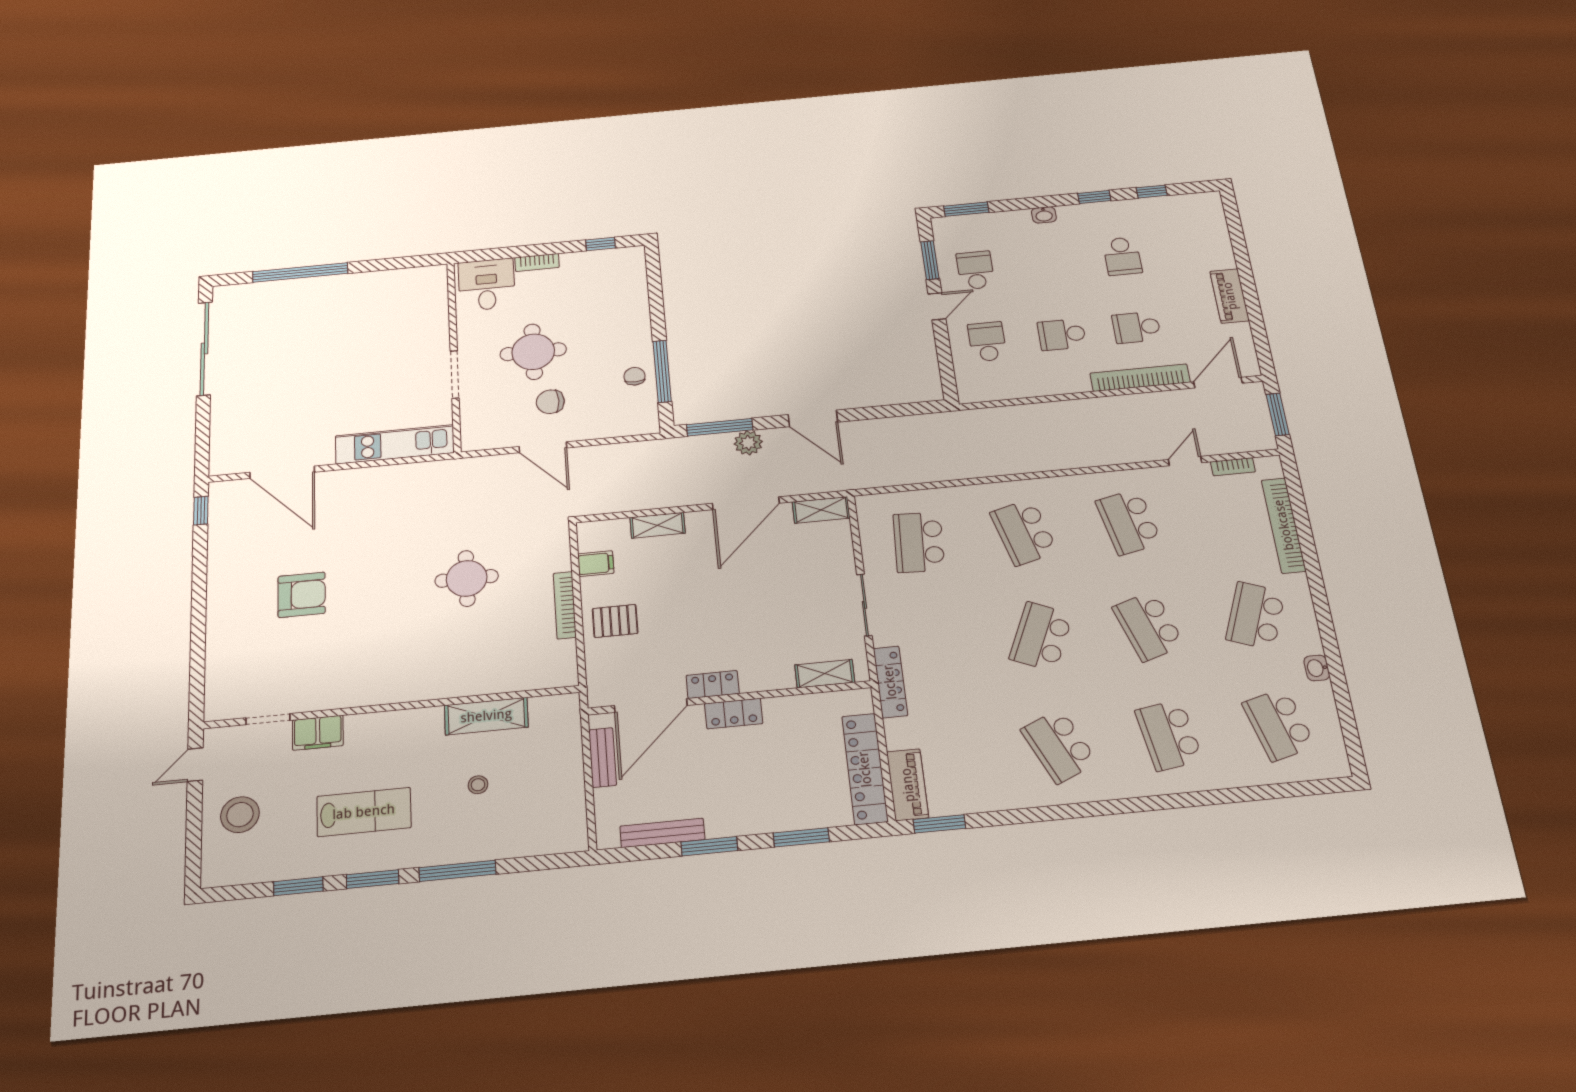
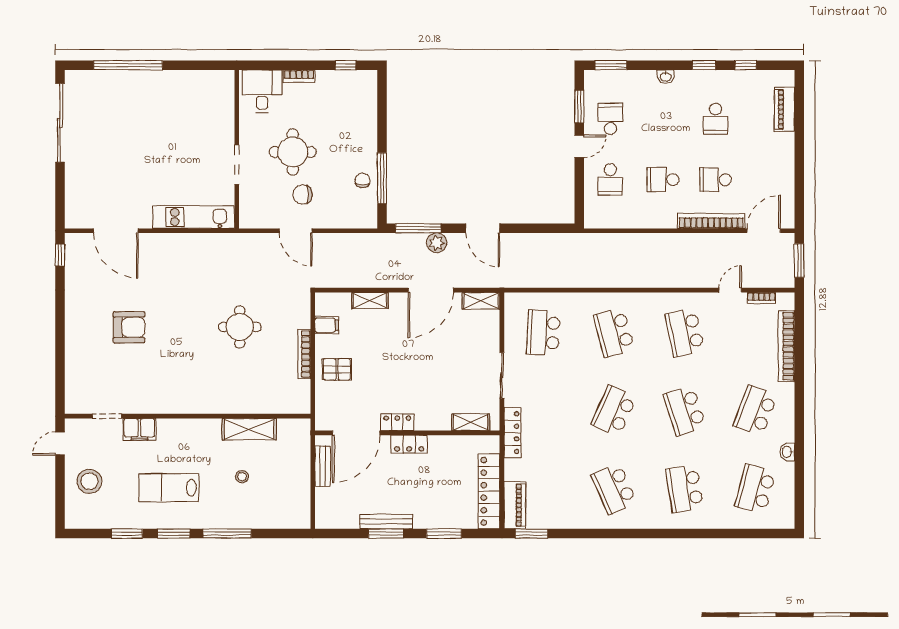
piano: (1230, 296) -> (785, 109), moved
school desk: (987, 342) -> (610, 180), turned 180
school desk: (1279, 725) -> (755, 489), turned 30
lab bench: (364, 812) -> (169, 488), turned 180
bench: (662, 833) -> (386, 522), moved

